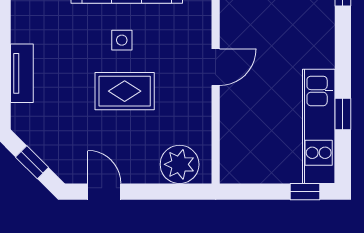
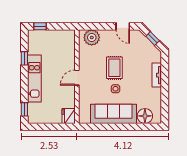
rug: (125, 91) -> (114, 68), turned 90
kitchen unit: (319, 126) -> (34, 79), moved

